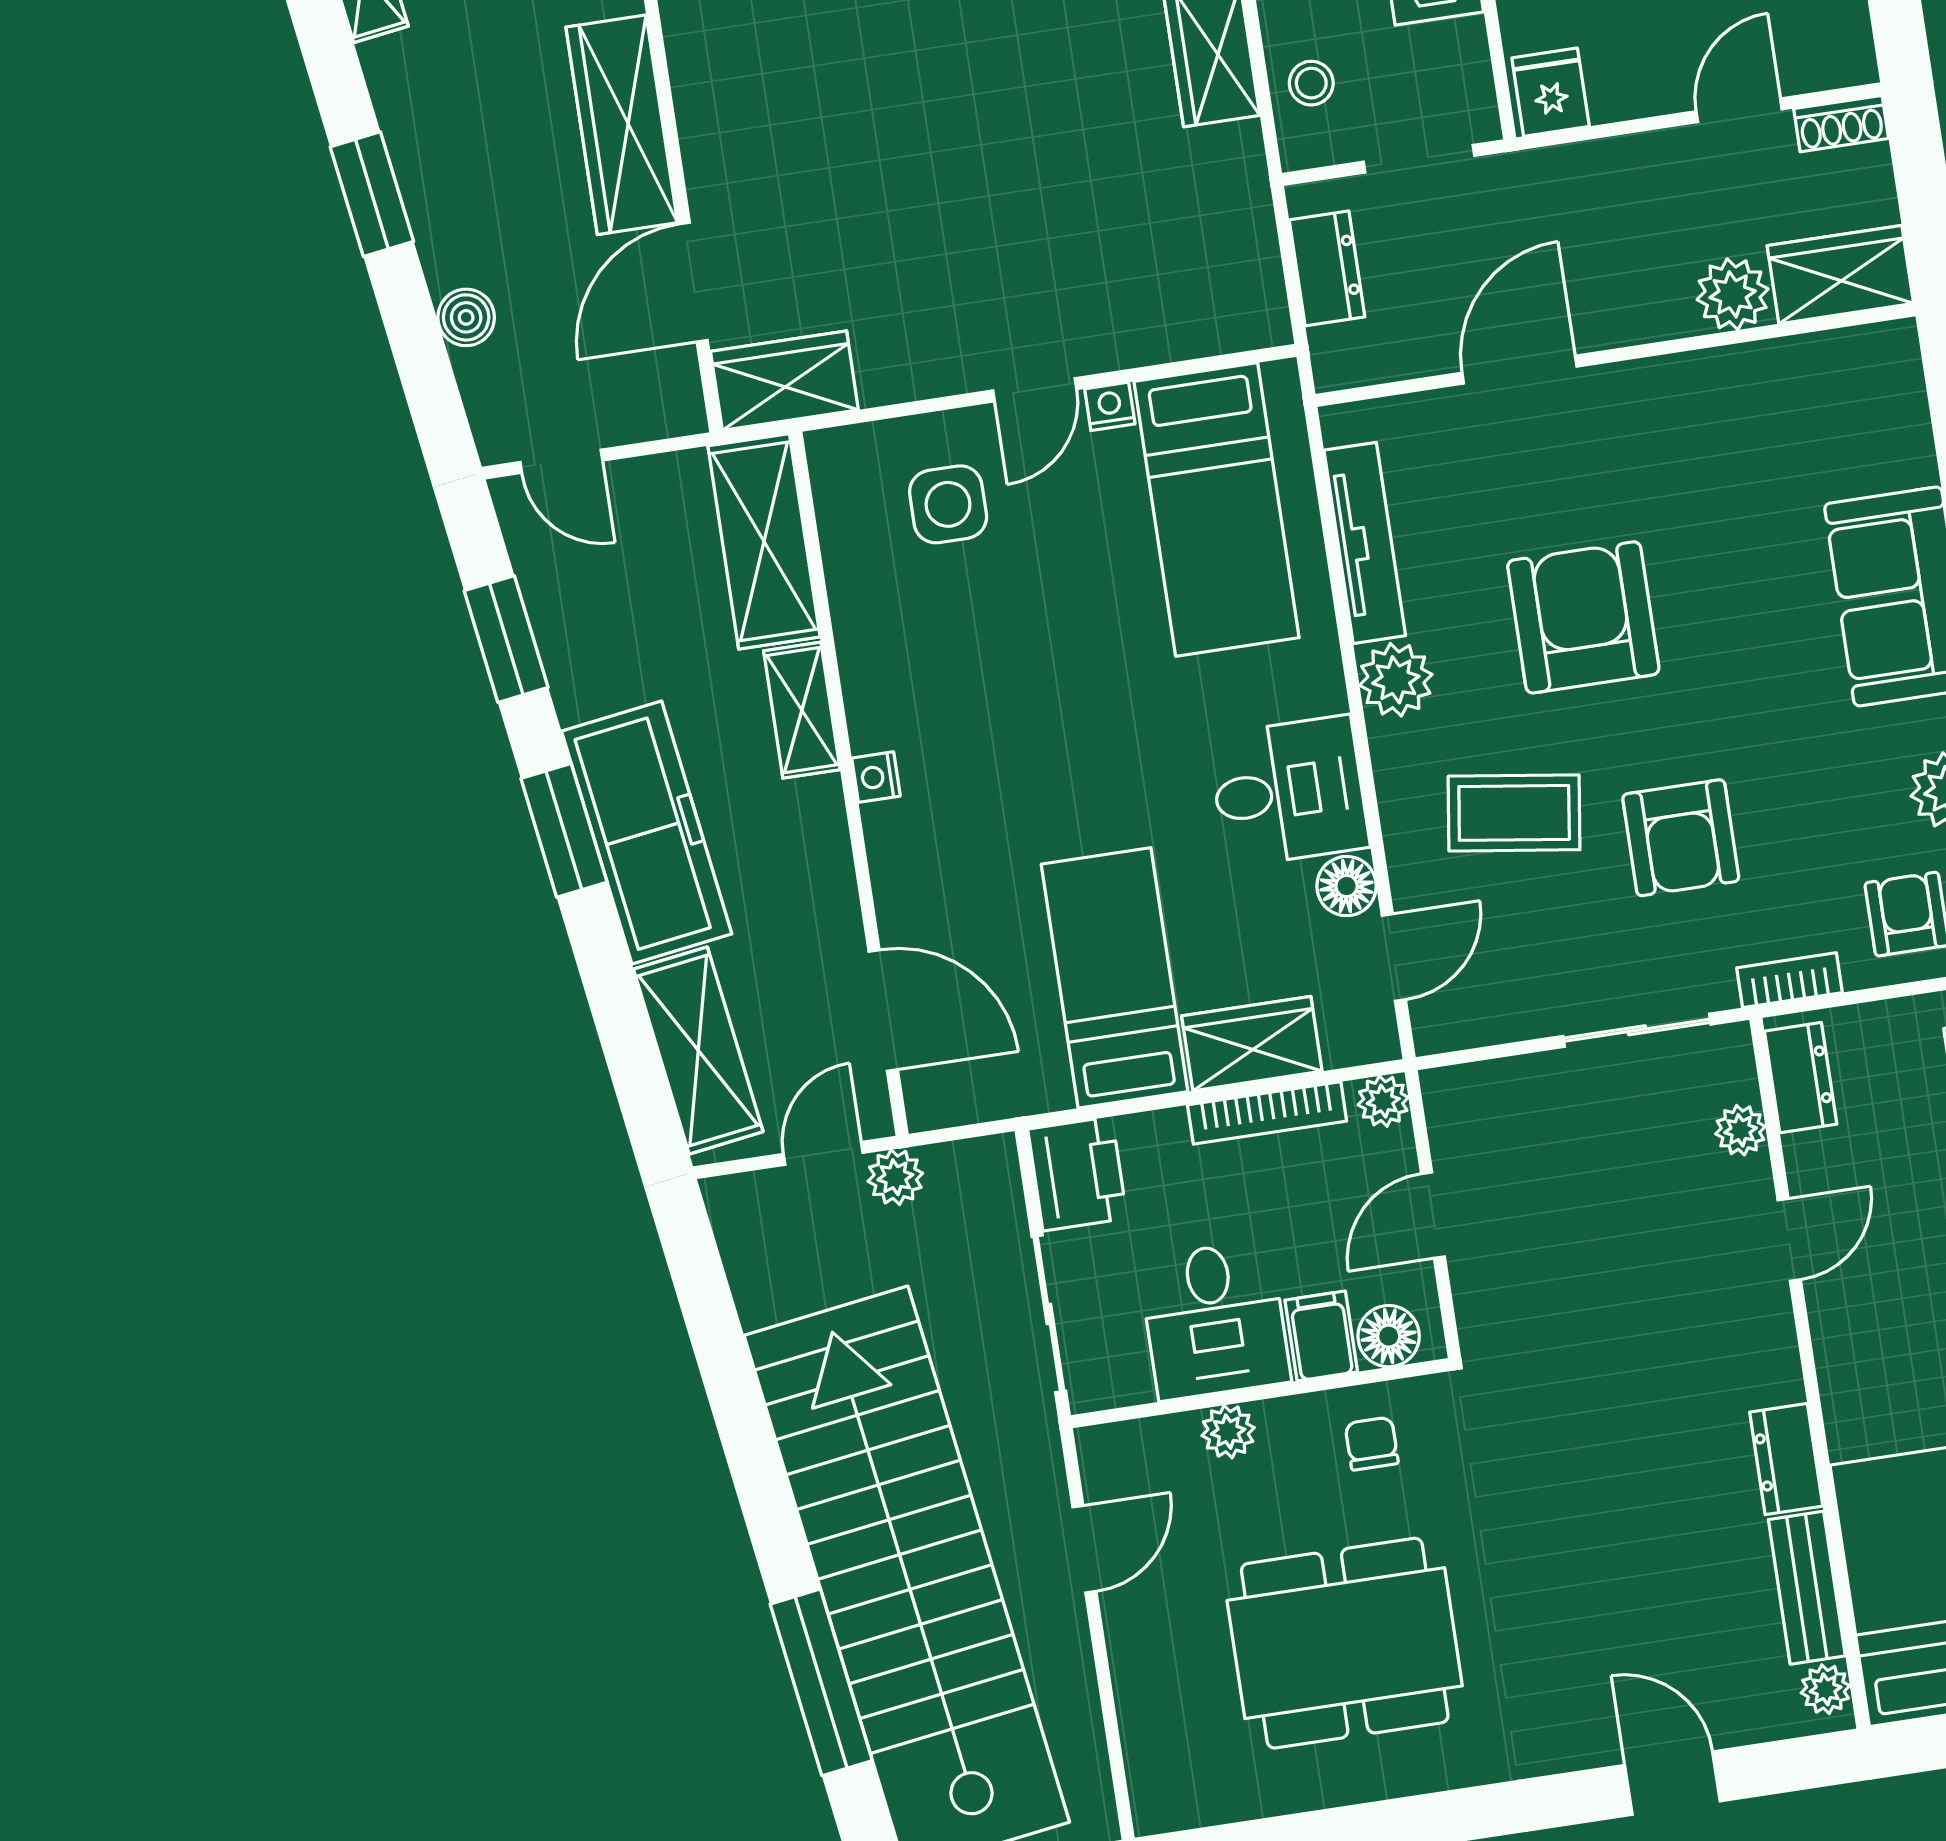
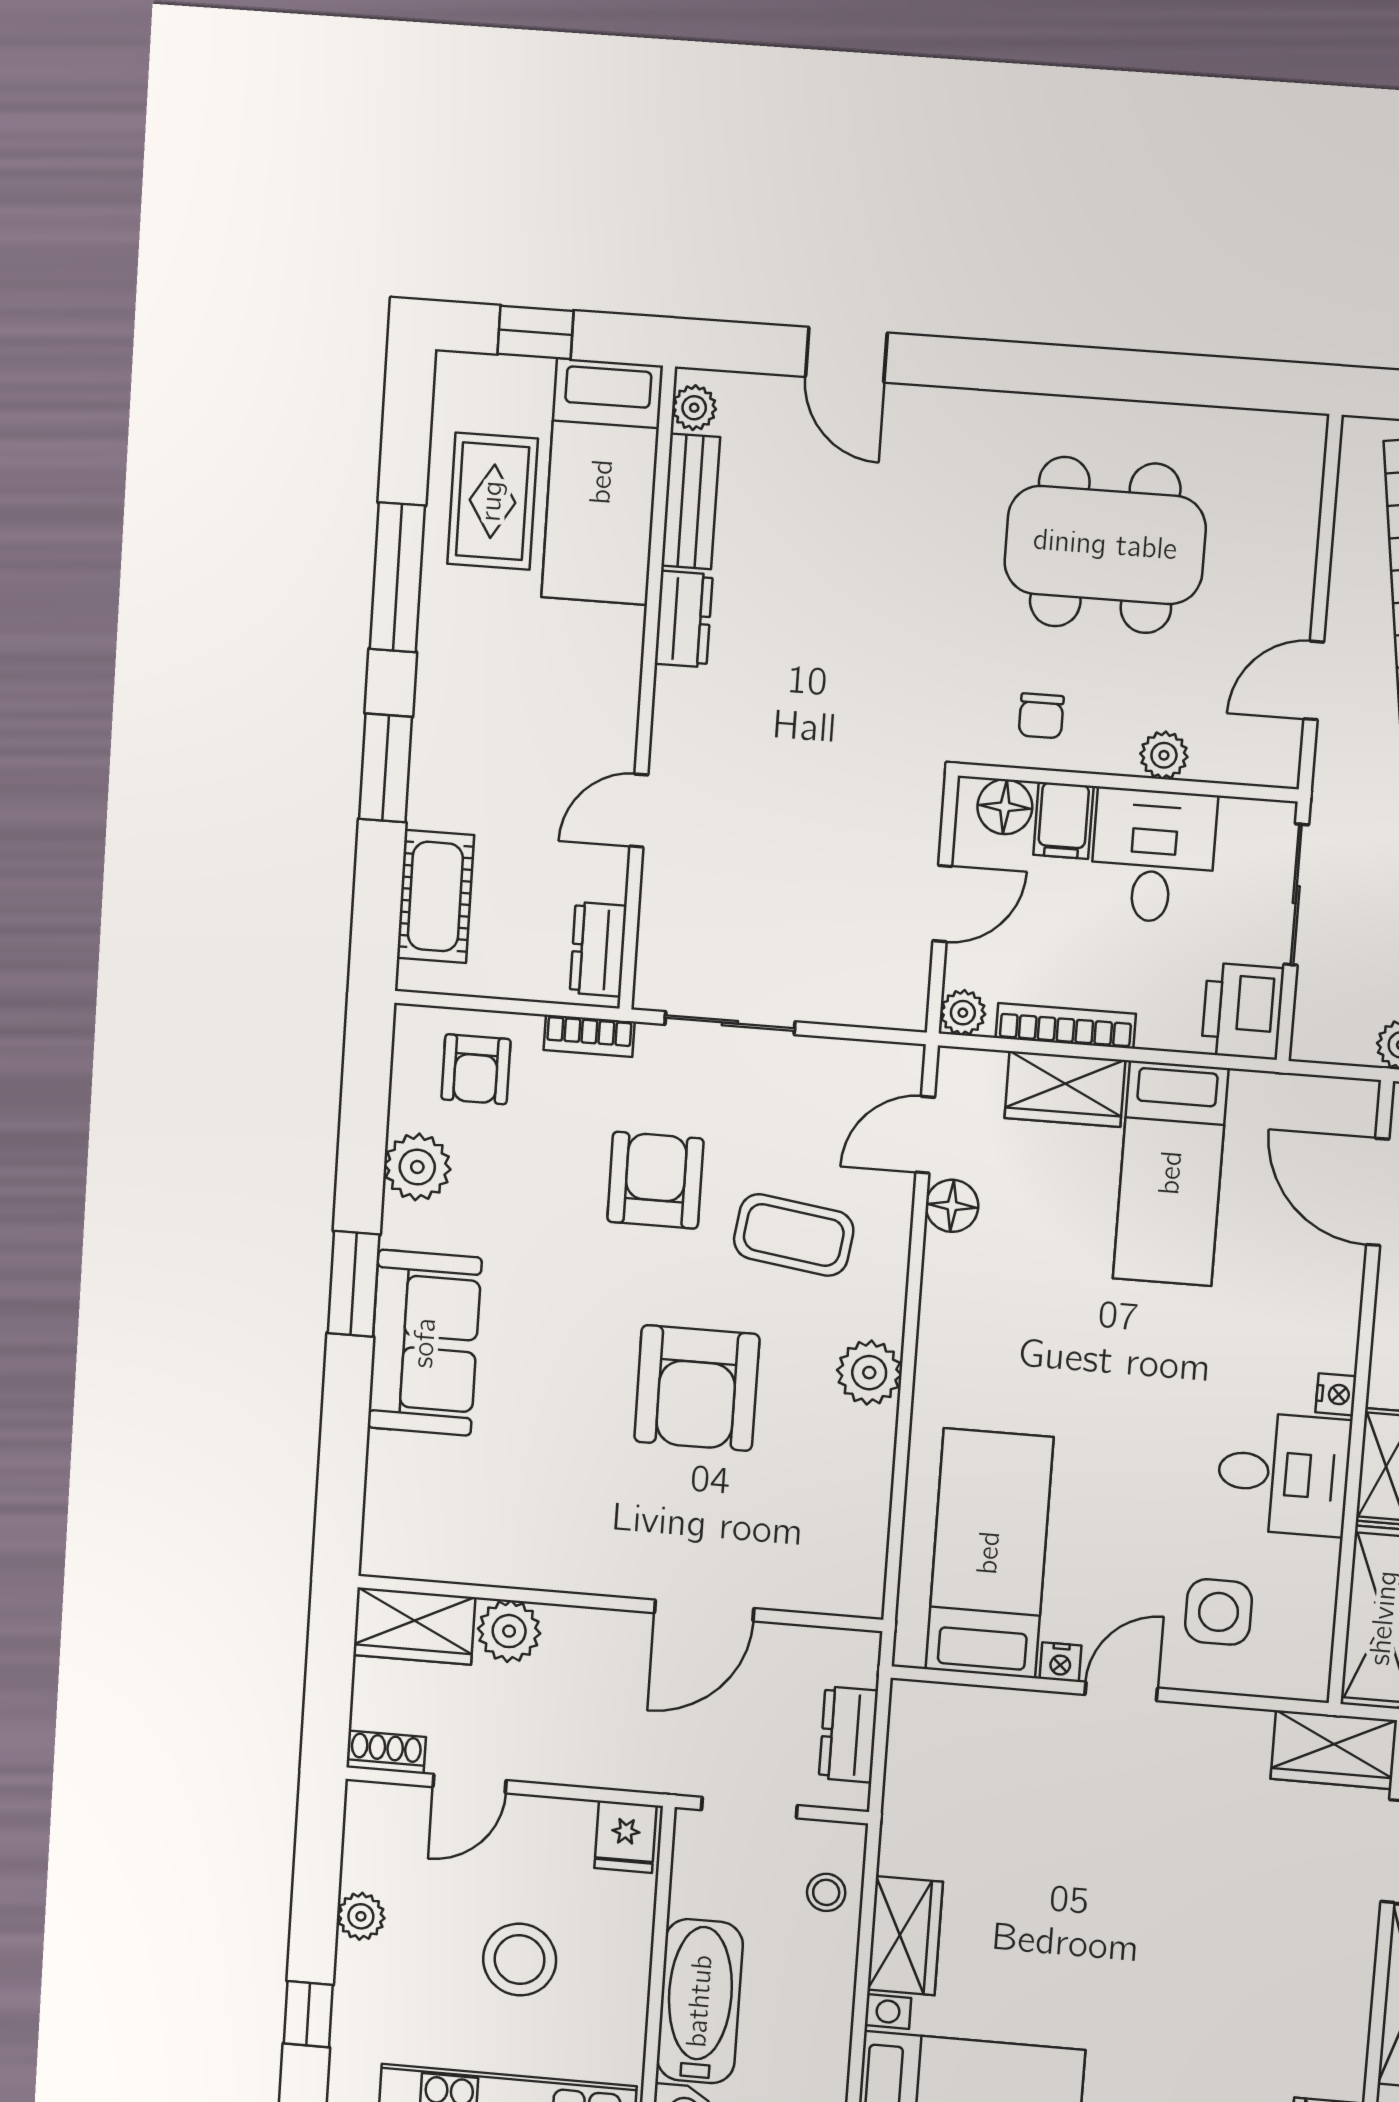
tv unit: (1365, 543) -> (869, 1495), removed
desk: (1289, 791) -> (1283, 1474), moved, turned 180
plant: (1740, 1130) -> (660, 916), removed

